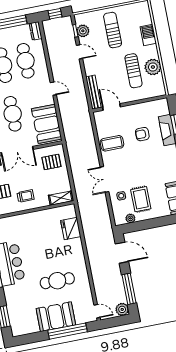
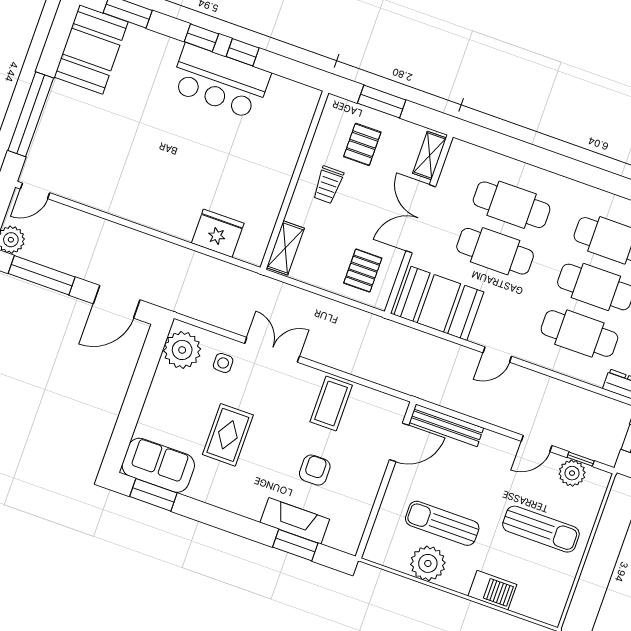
rug: (141, 199) -> (228, 435), moved, turned 90
plant: (130, 218) -> (182, 350), width x1.87, depth x1.87
cafe table: (57, 281) -> (136, 151), removed
booth: (56, 317) -> (91, 49), moved

